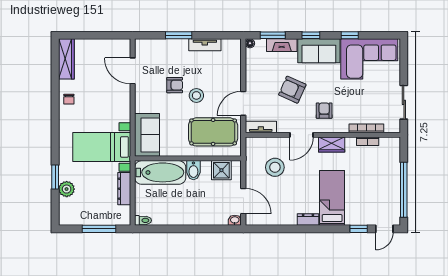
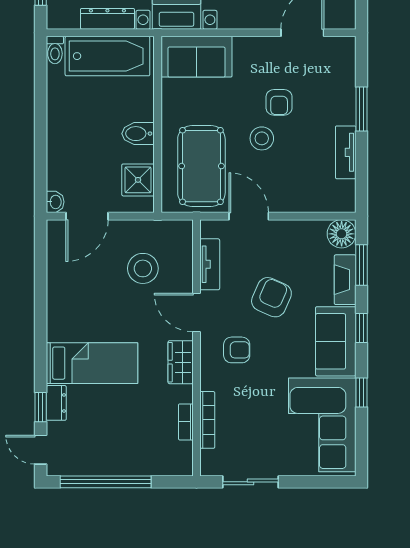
floor lamp: (250, 43) -> (342, 234), width x1.89, depth x1.89
tv unit: (261, 127) -> (210, 264), moved
bathtub: (160, 172) -> (107, 56), moved, turned -90
dresser: (308, 220) -> (56, 403), moved

